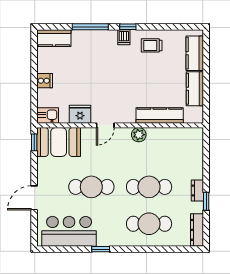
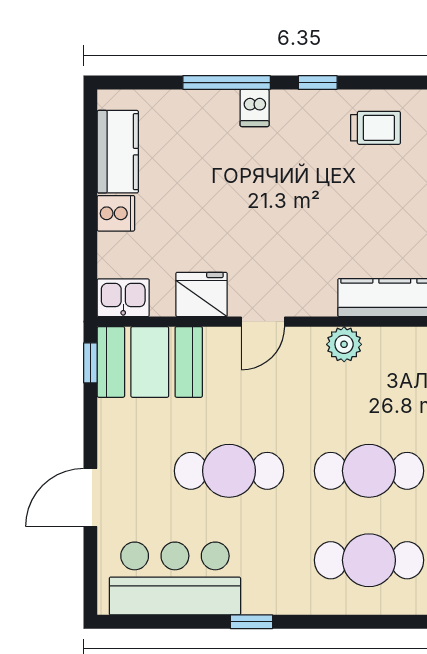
dishwasher: (124, 37) -> (255, 108), moved
kitchen counter: (54, 38) -> (118, 152), moved, turned -90
trolley: (152, 45) -> (375, 128), turned 180

